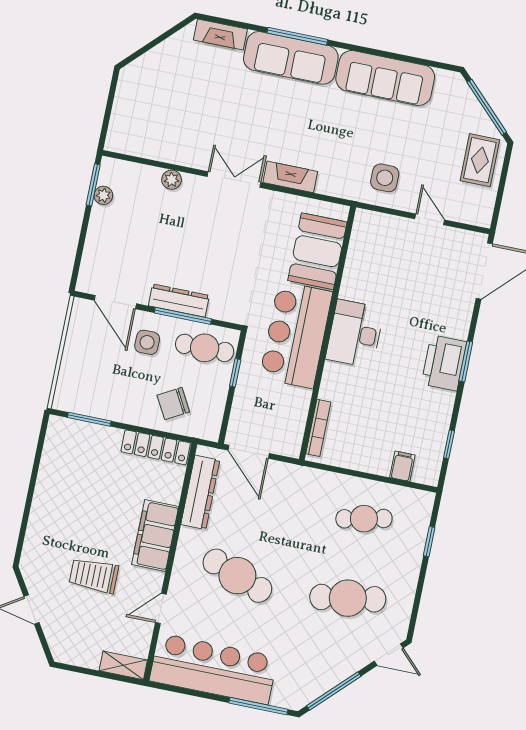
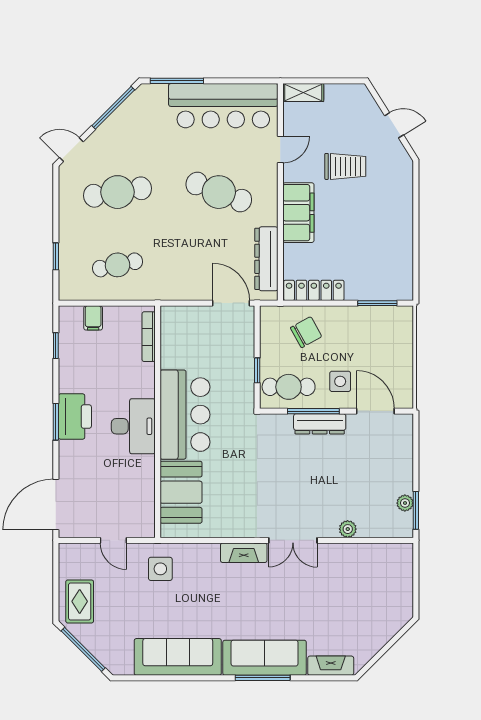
booth: (317, 251) -> (181, 492), moved
wall: (327, 333) -> (158, 422), moved
desk: (355, 334) -> (133, 426), moved
bar counter: (296, 335) -> (185, 415), moved
bookcase: (318, 428) -> (149, 337), moved

